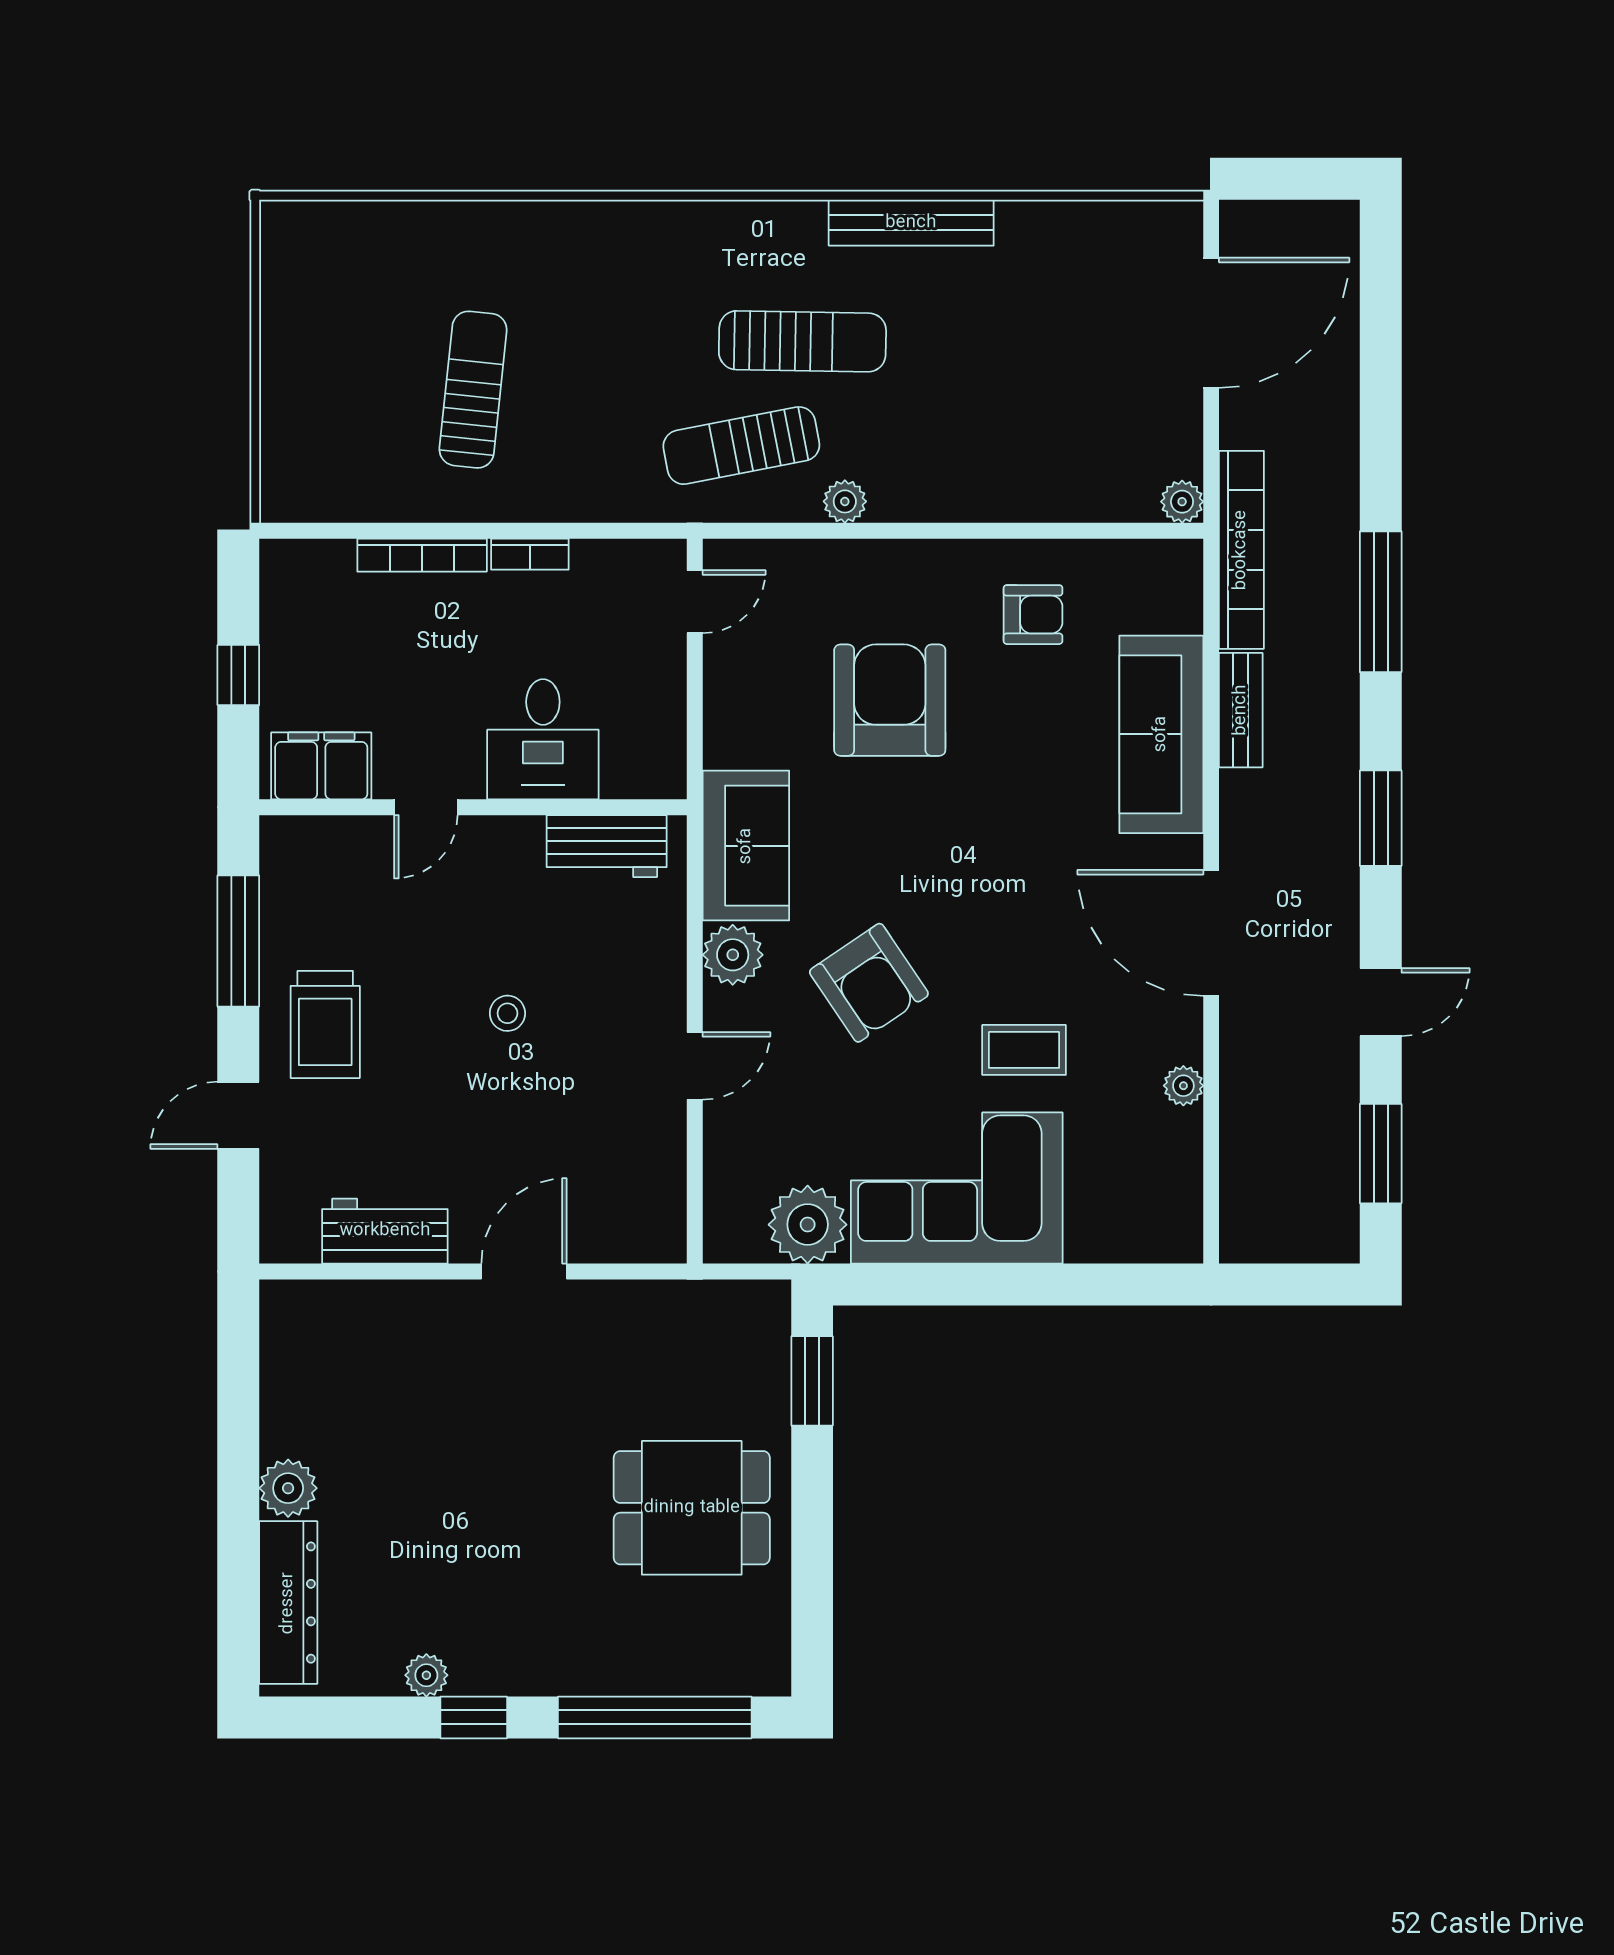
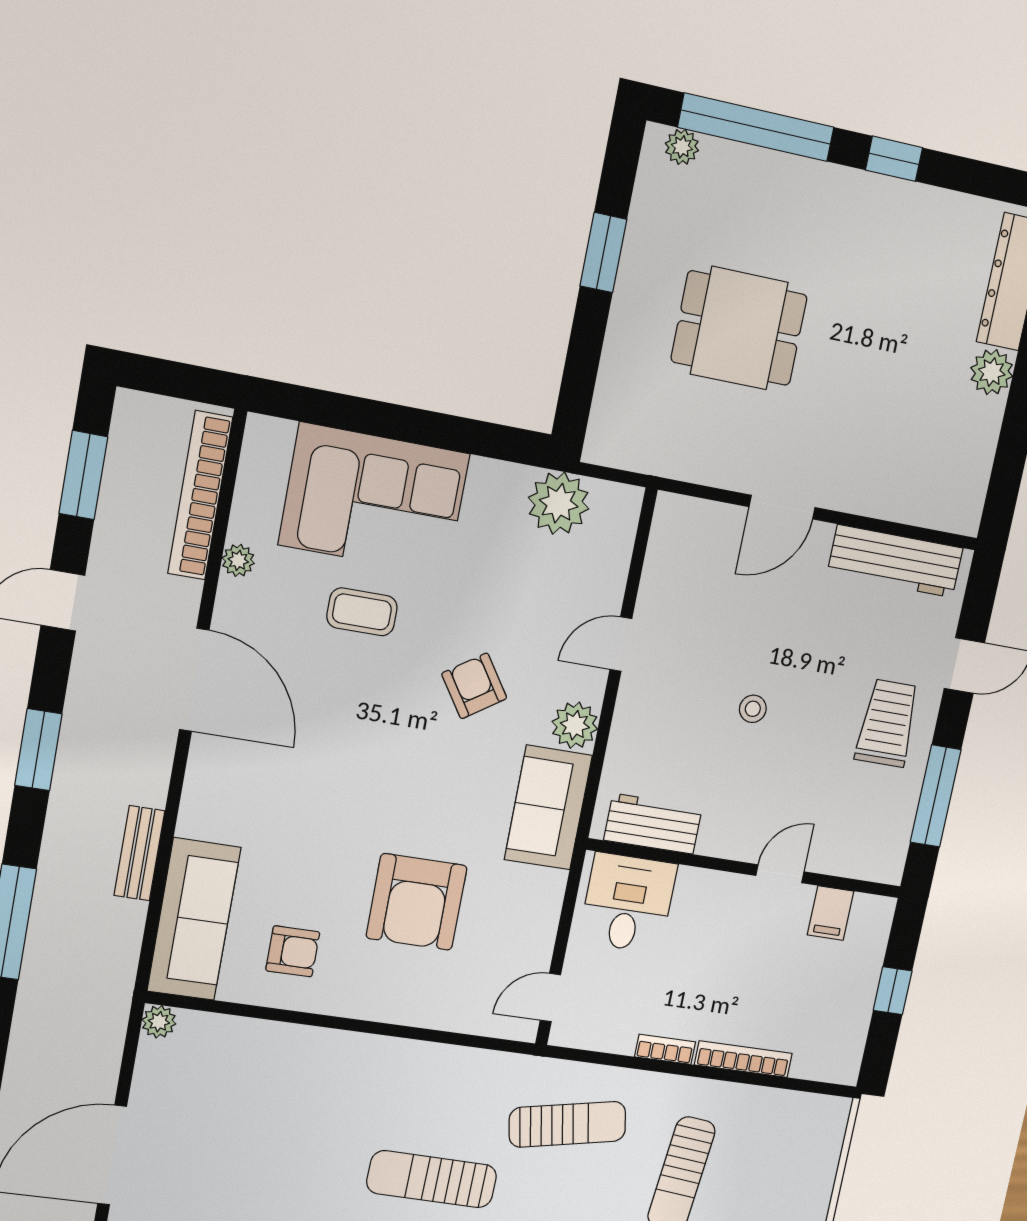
sun lounger: (741, 446) -> (567, 1124), moved
plant: (845, 501) -> (423, 1057), removed
bookcase: (1241, 550) -> (200, 496), moved
armchair: (1033, 615) -> (293, 951), turned 180
sofa: (1161, 734) -> (194, 919), moved
desk: (543, 739) -> (628, 903), moved
filing cabinet: (321, 766) -> (831, 913), width x0.50
armchair: (869, 983) -> (474, 686), width x0.72, depth x0.72
corner sofa: (957, 1188) -> (374, 499), moved
workbench: (385, 1231) -> (895, 561), width x1.37
window: (812, 1381) -> (603, 253), moved
dining table: (692, 1508) -> (739, 328), moved
plant: (426, 1675) -> (682, 147), moved

